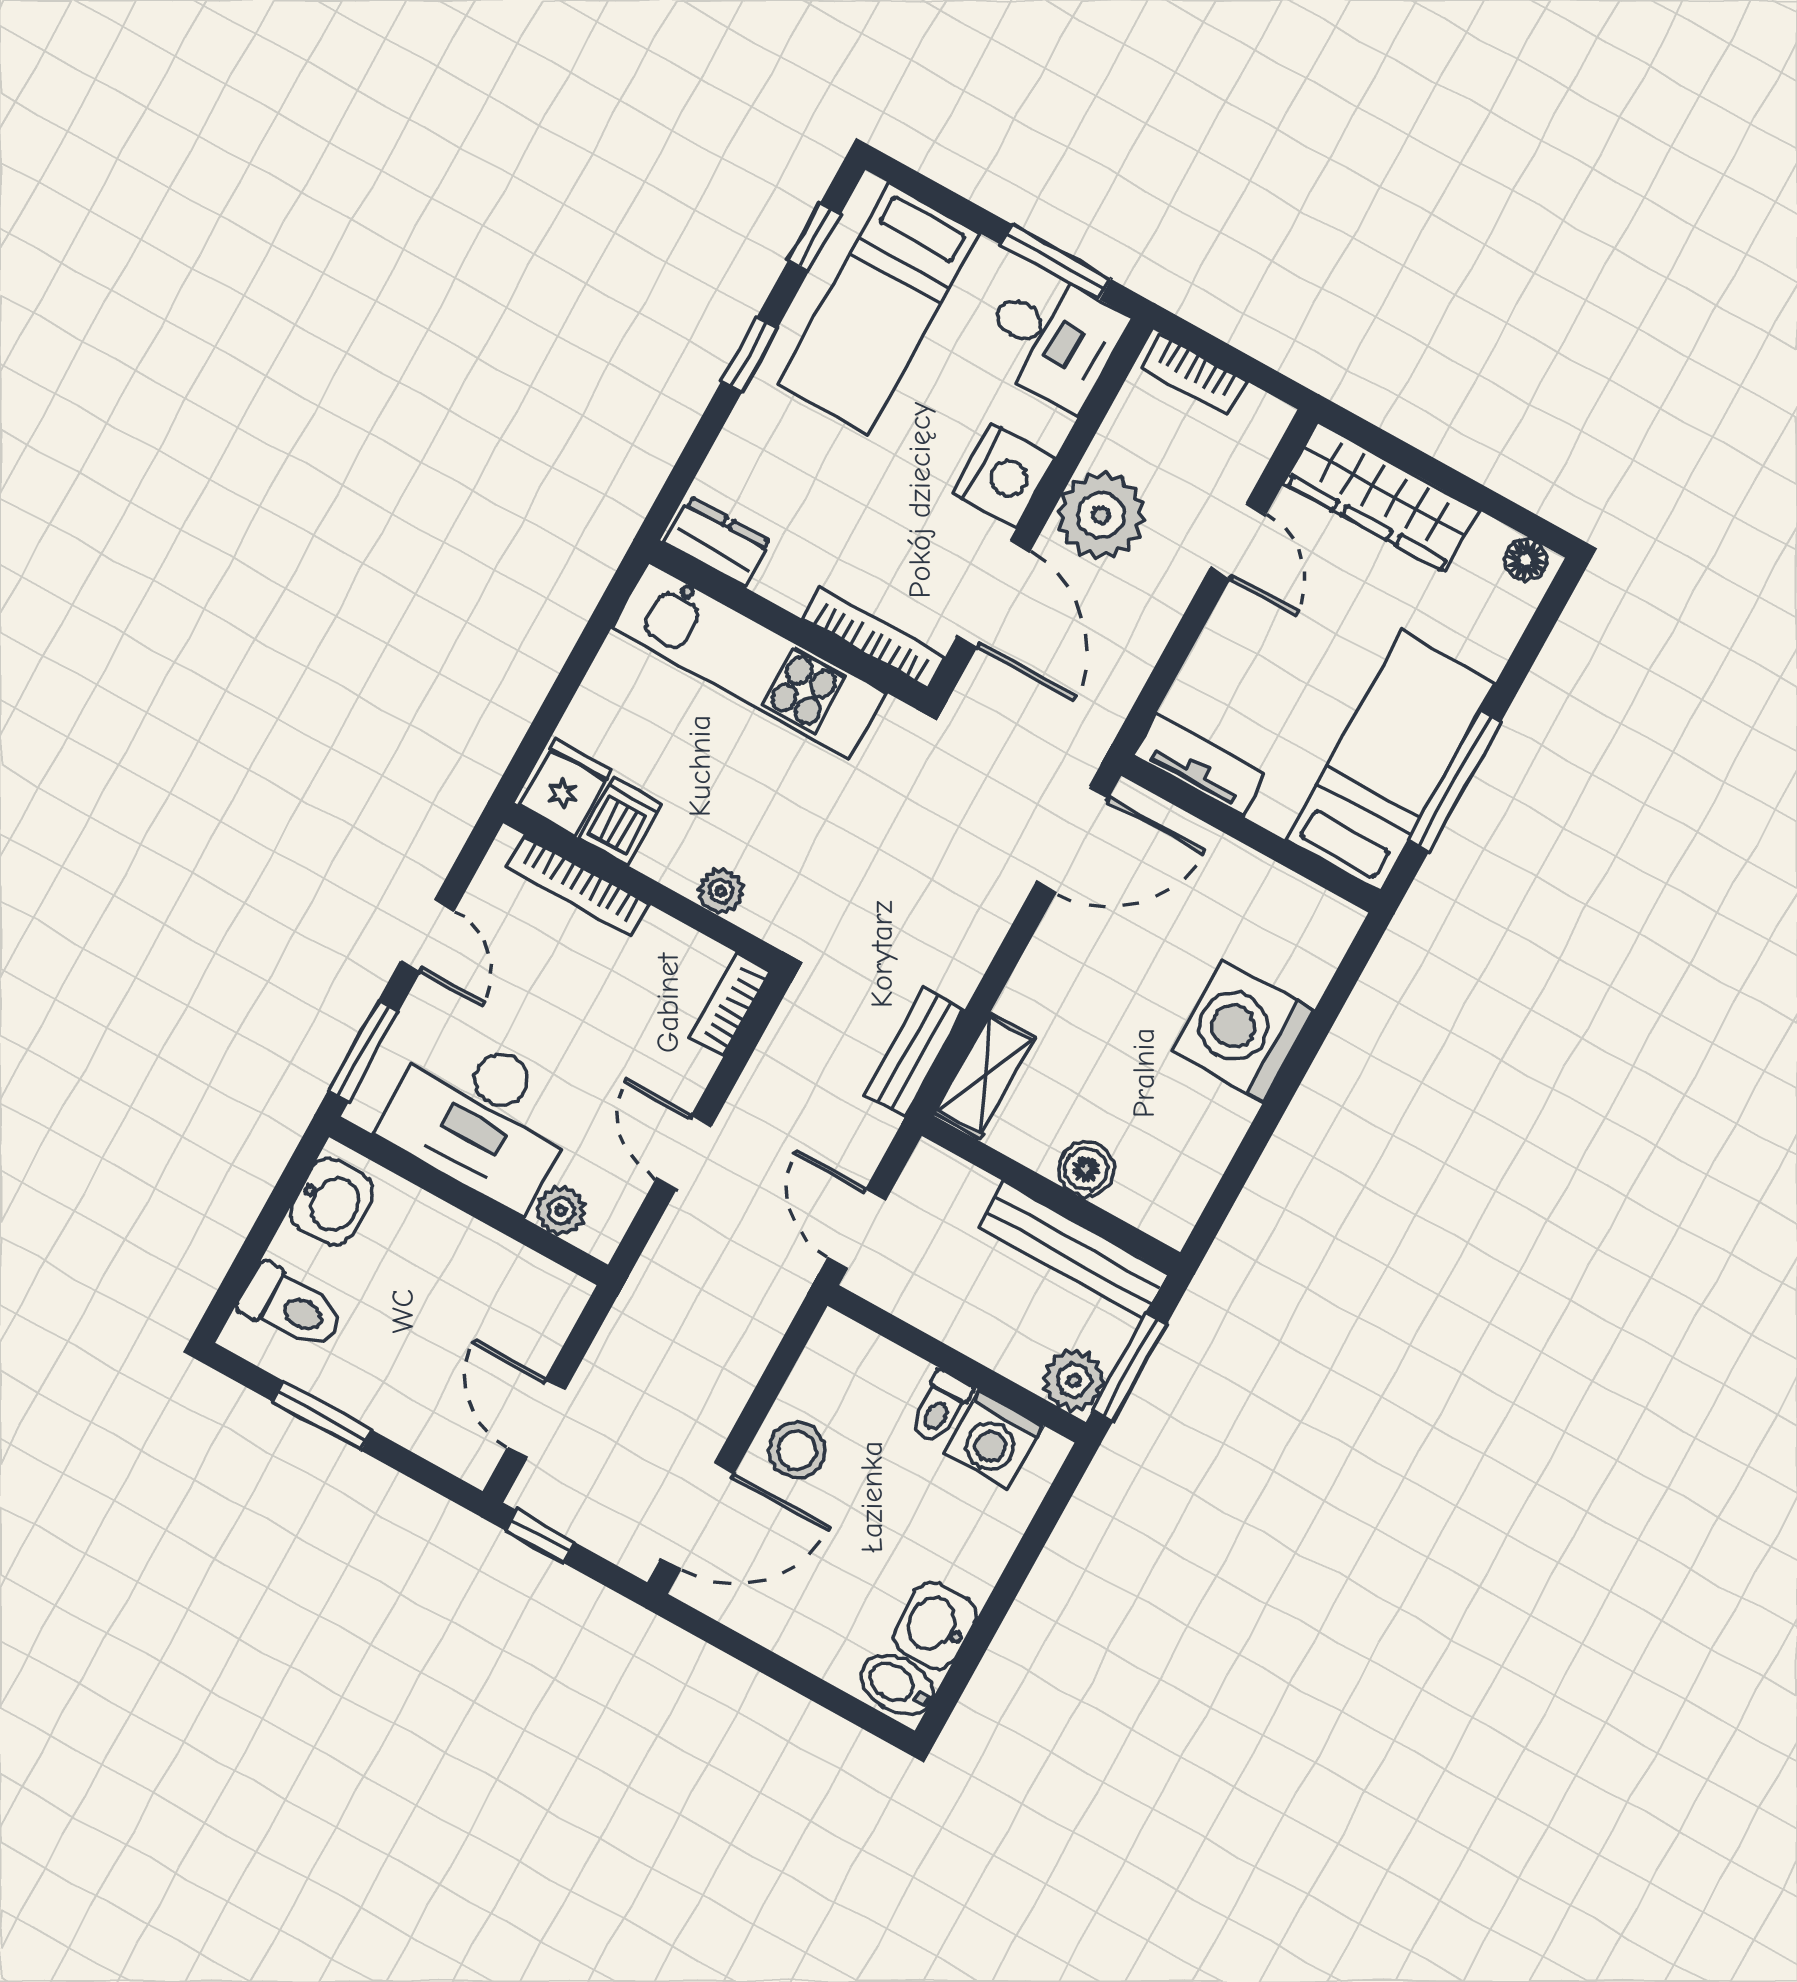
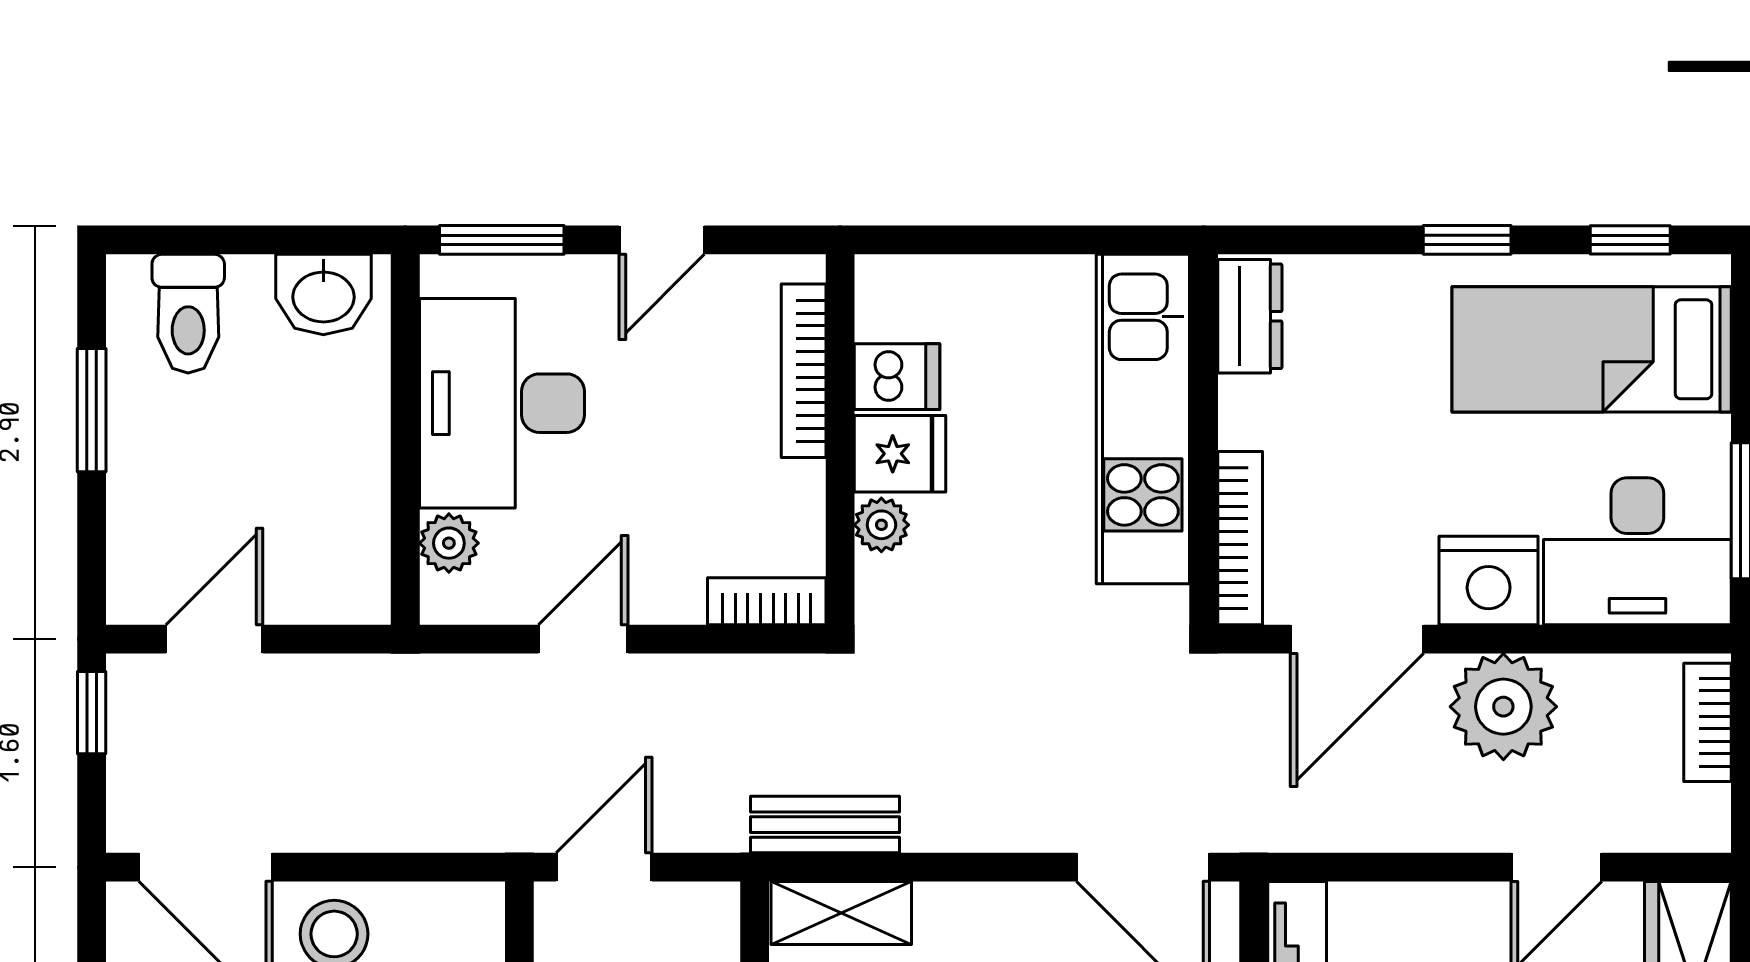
desk: (1052, 338) -> (1637, 551), width x1.37
fridge: (566, 788) -> (900, 454), moved

